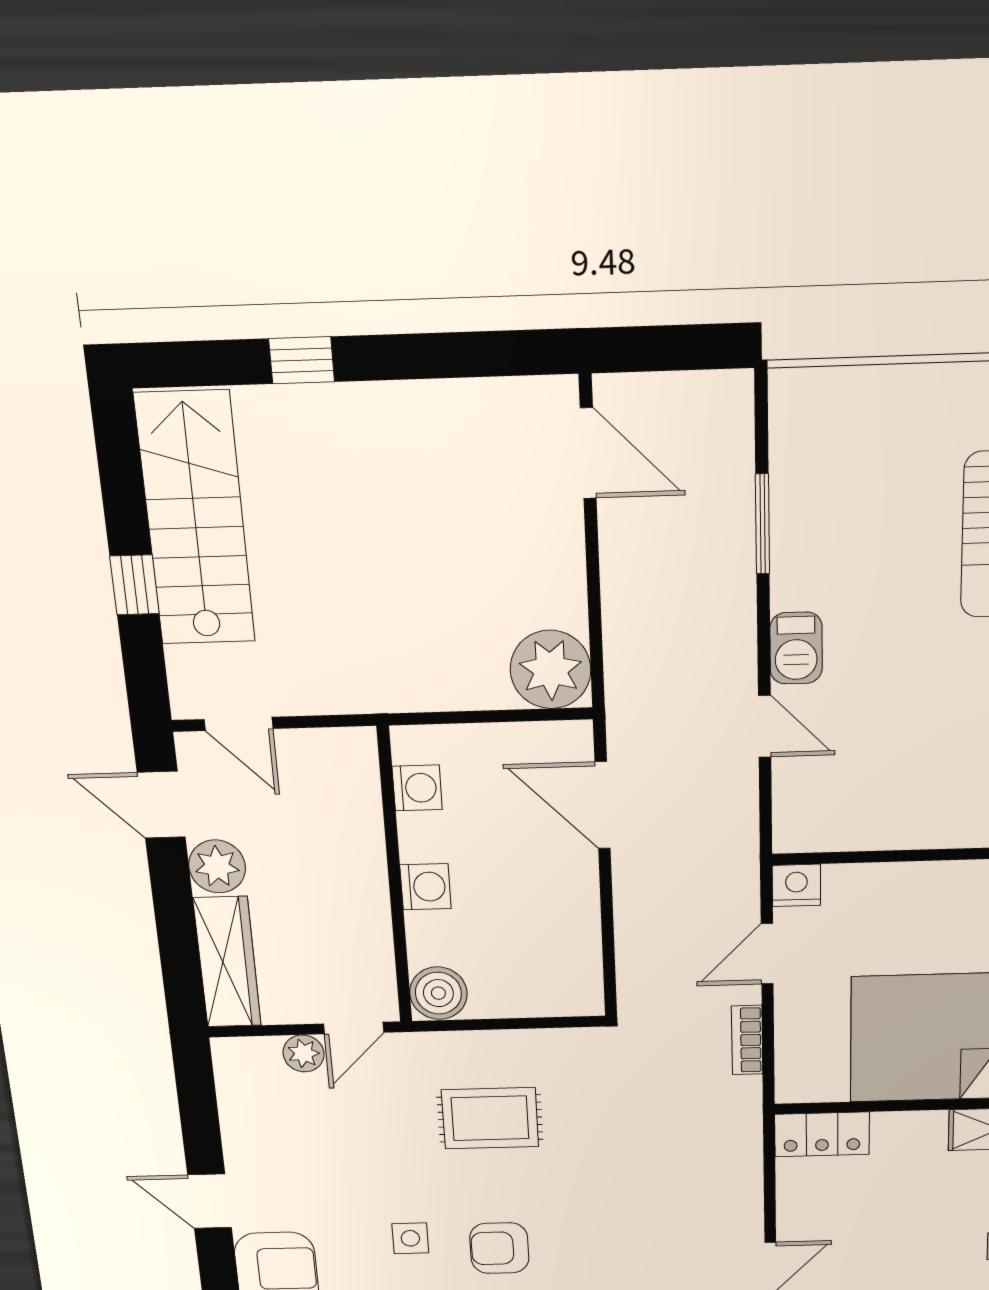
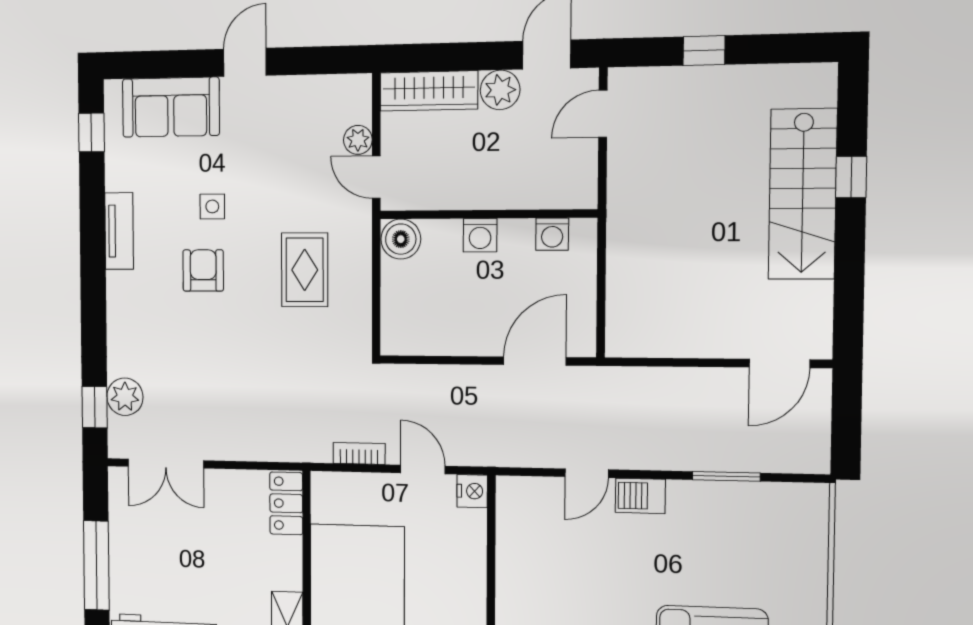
stairs: (195, 519) -> (803, 194), moved, turned 90
plant: (551, 670) -> (633, 331), removed

